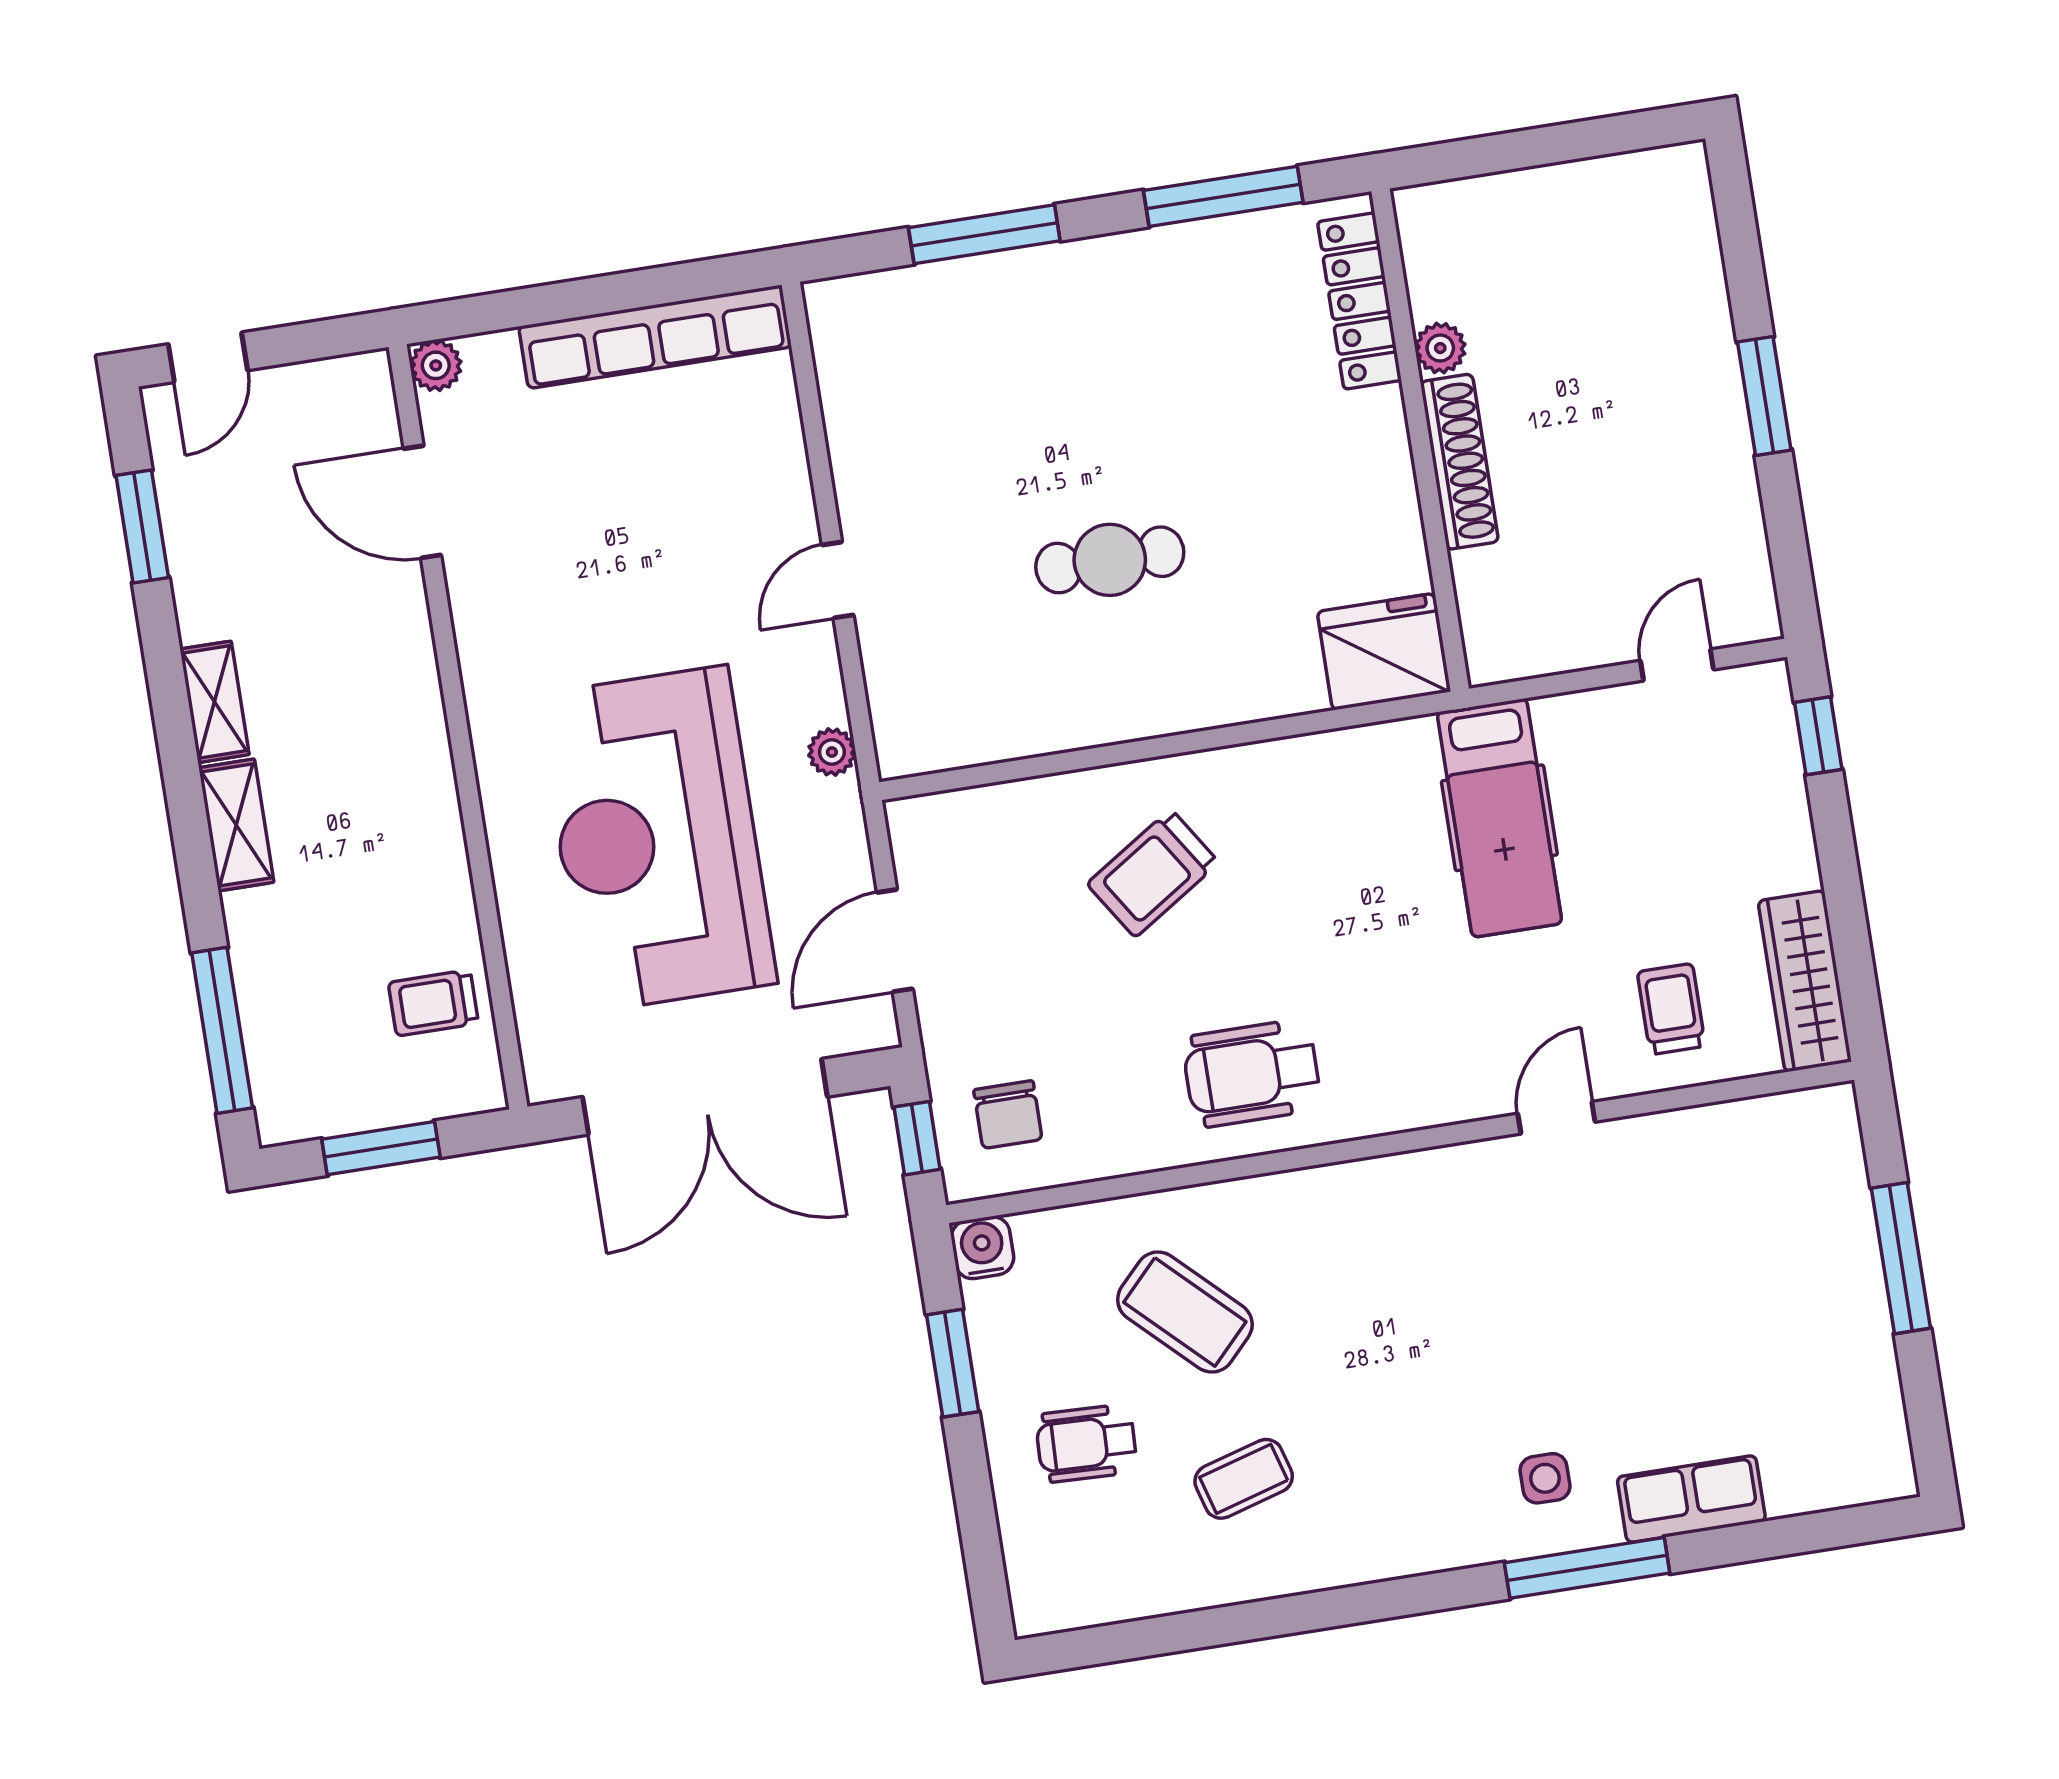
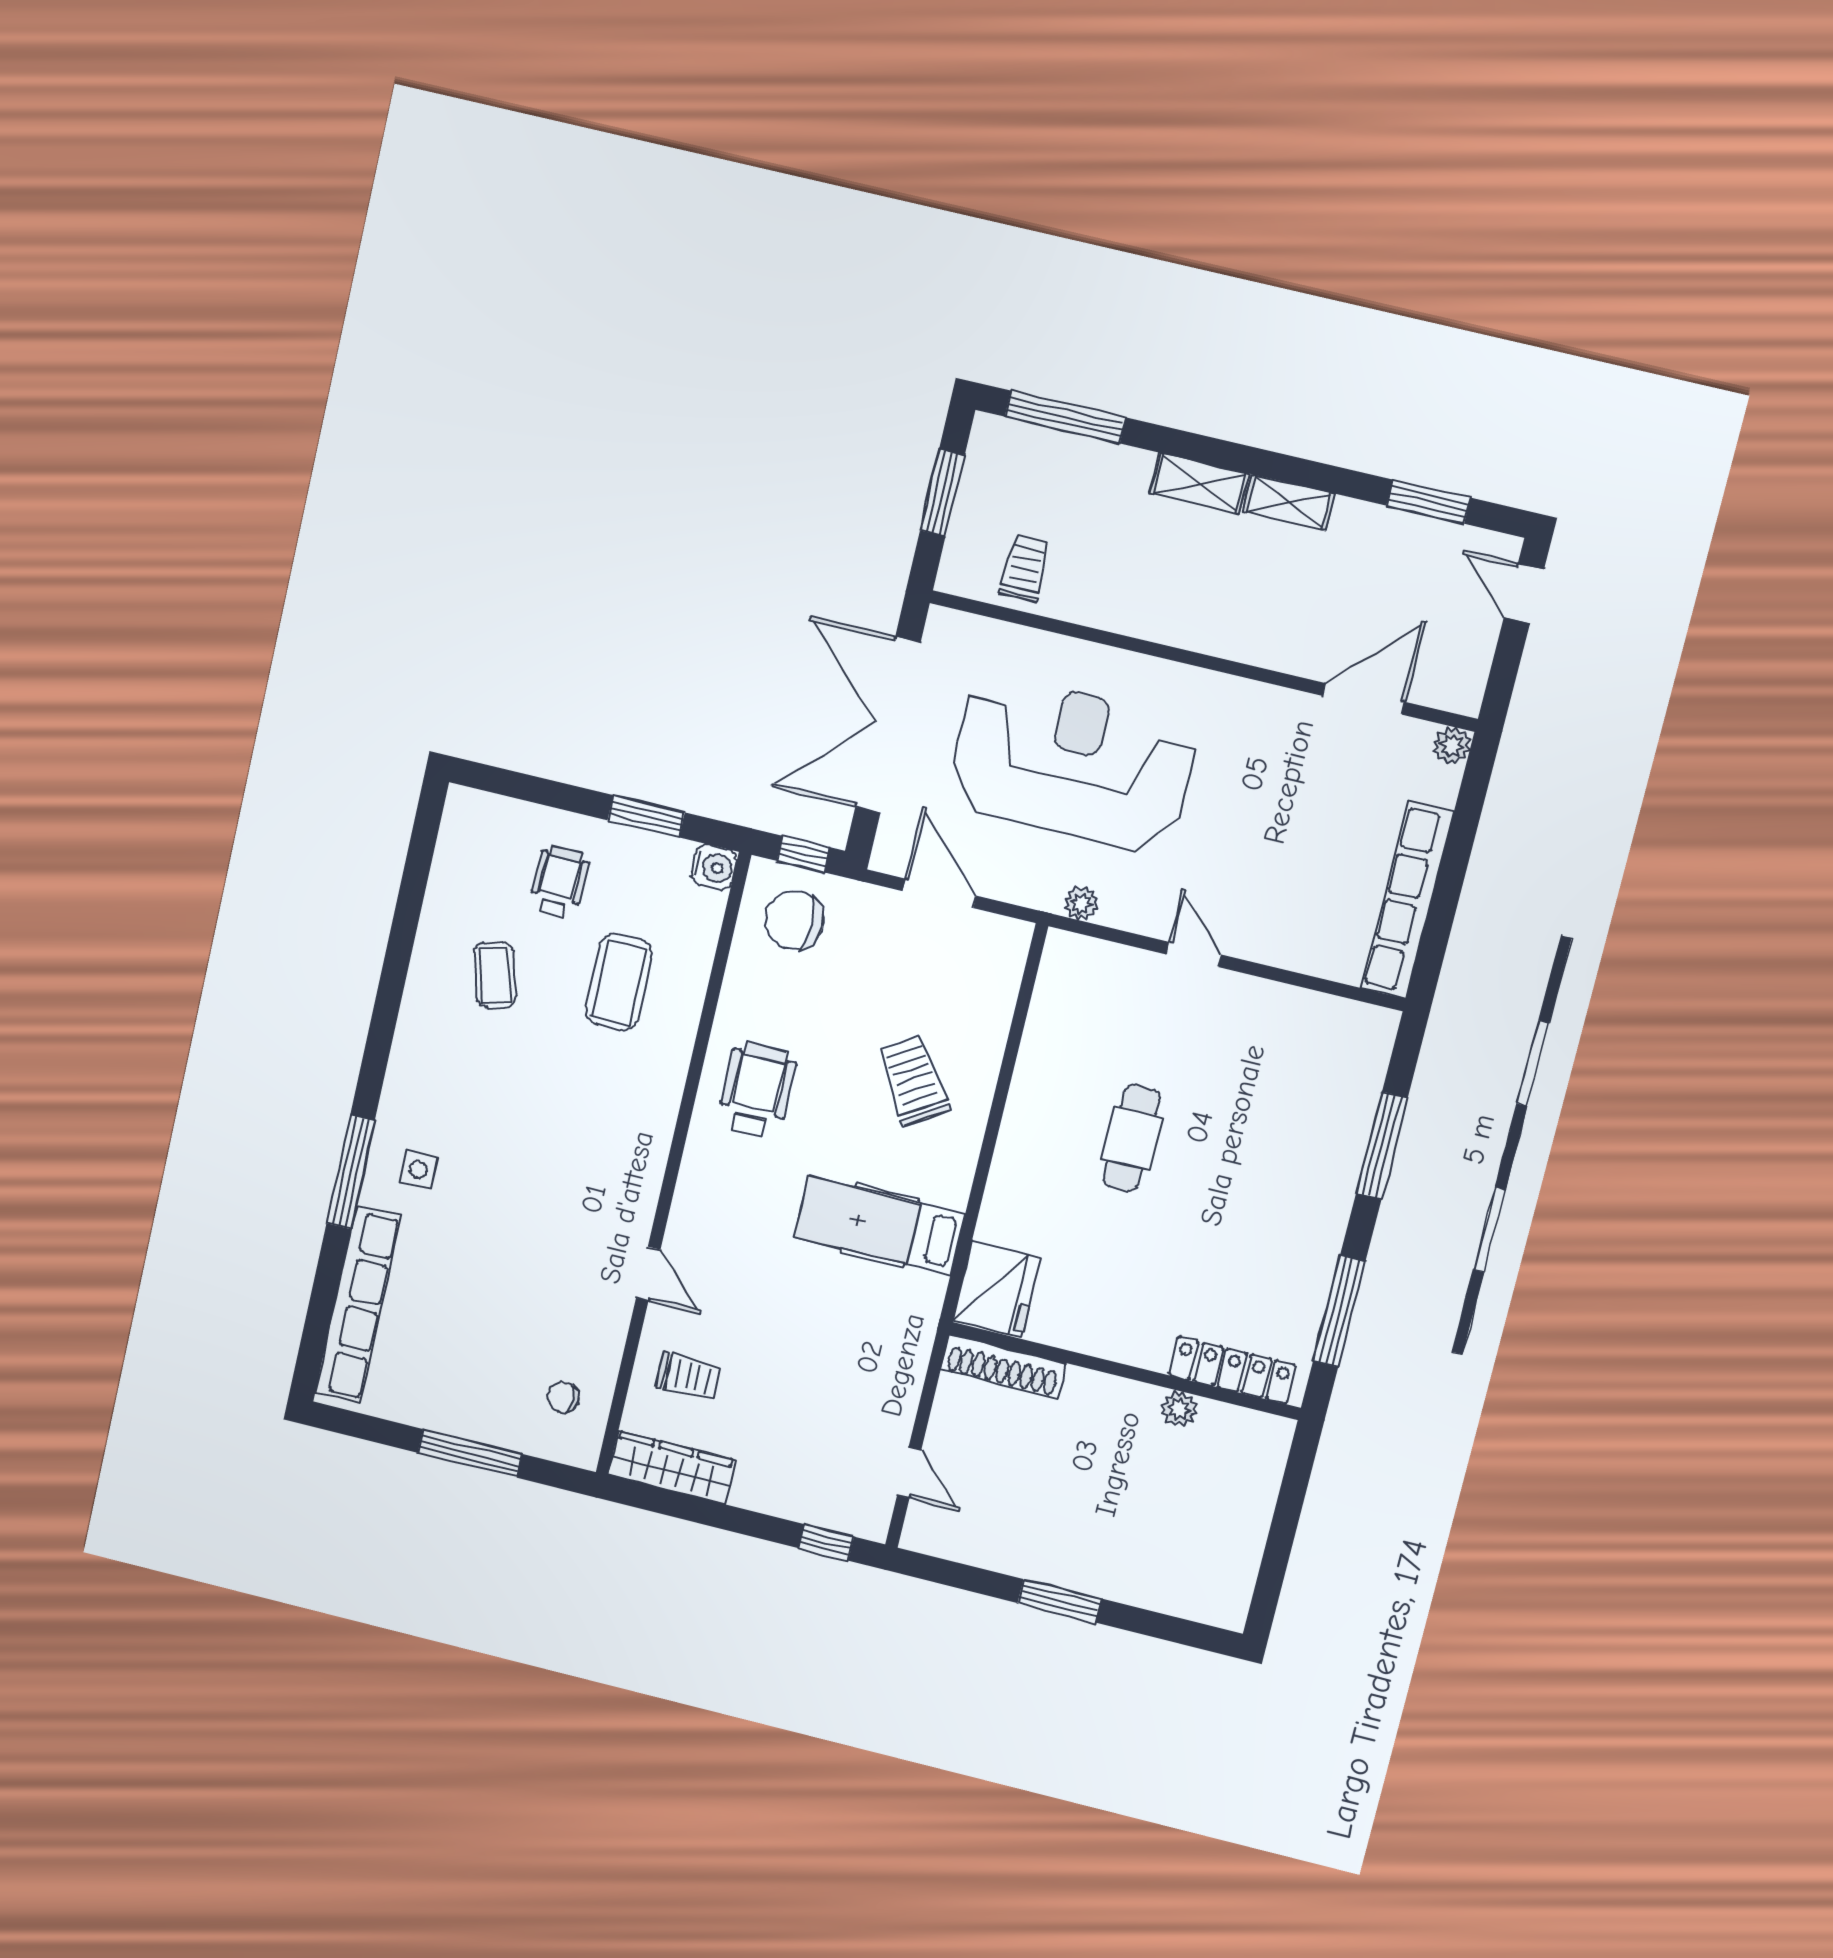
shoe rack: (1459, 462) -> (1003, 1366), moved
hospital bed: (1499, 818) -> (879, 1226), moved
chair: (1008, 1115) -> (795, 920), width x1.37, depth x1.37
chair: (1771, 1164) -> (563, 1397), added
coffee table: (1185, 1312) -> (619, 982), turned -44
row of seats: (1691, 1499) -> (358, 1304), width x2.02

